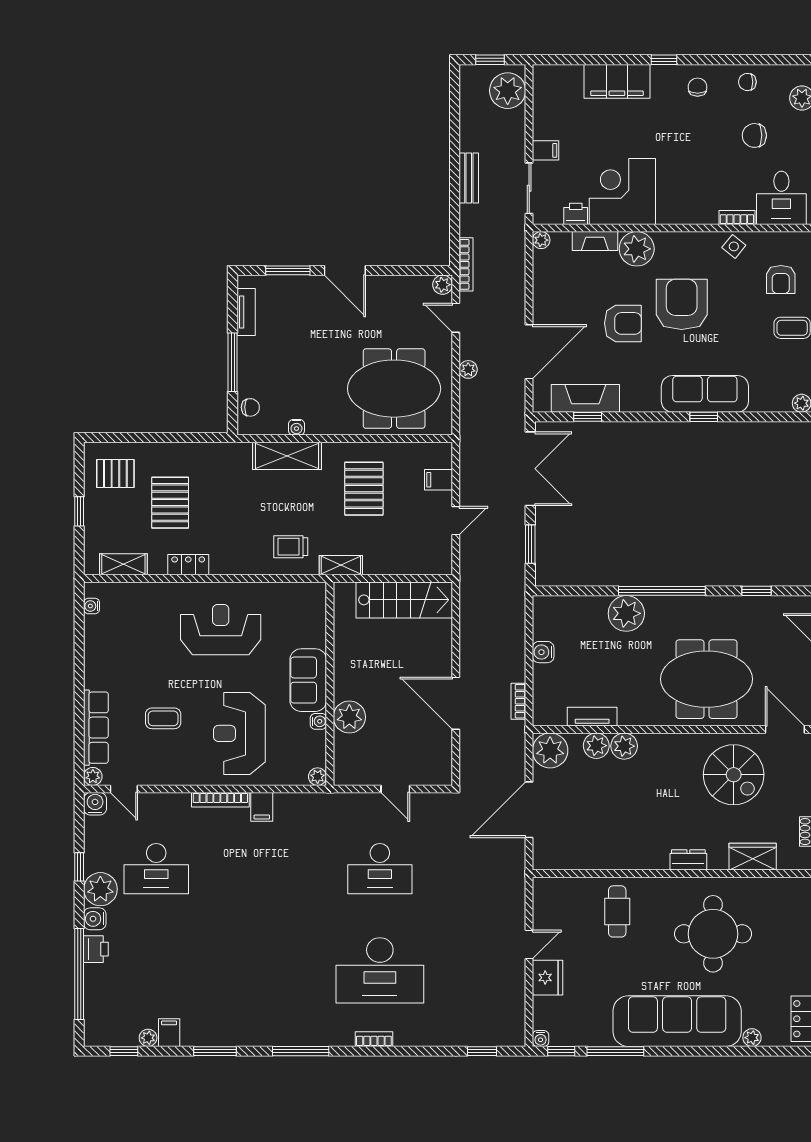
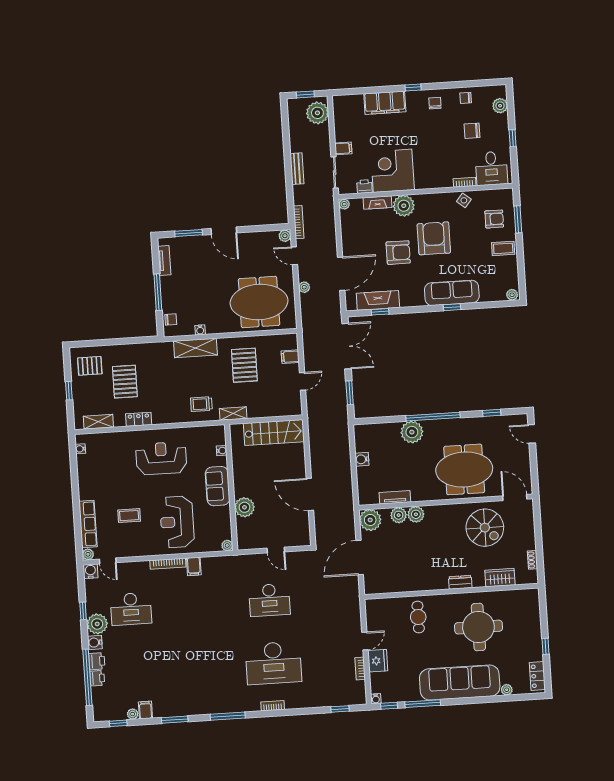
armchair: (781, 280) -> (494, 219), turned -90
bookcase: (518, 701) -> (360, 668), moved
water cooler: (318, 721) -> (222, 451), moved
printer: (95, 977) -> (97, 678), added

